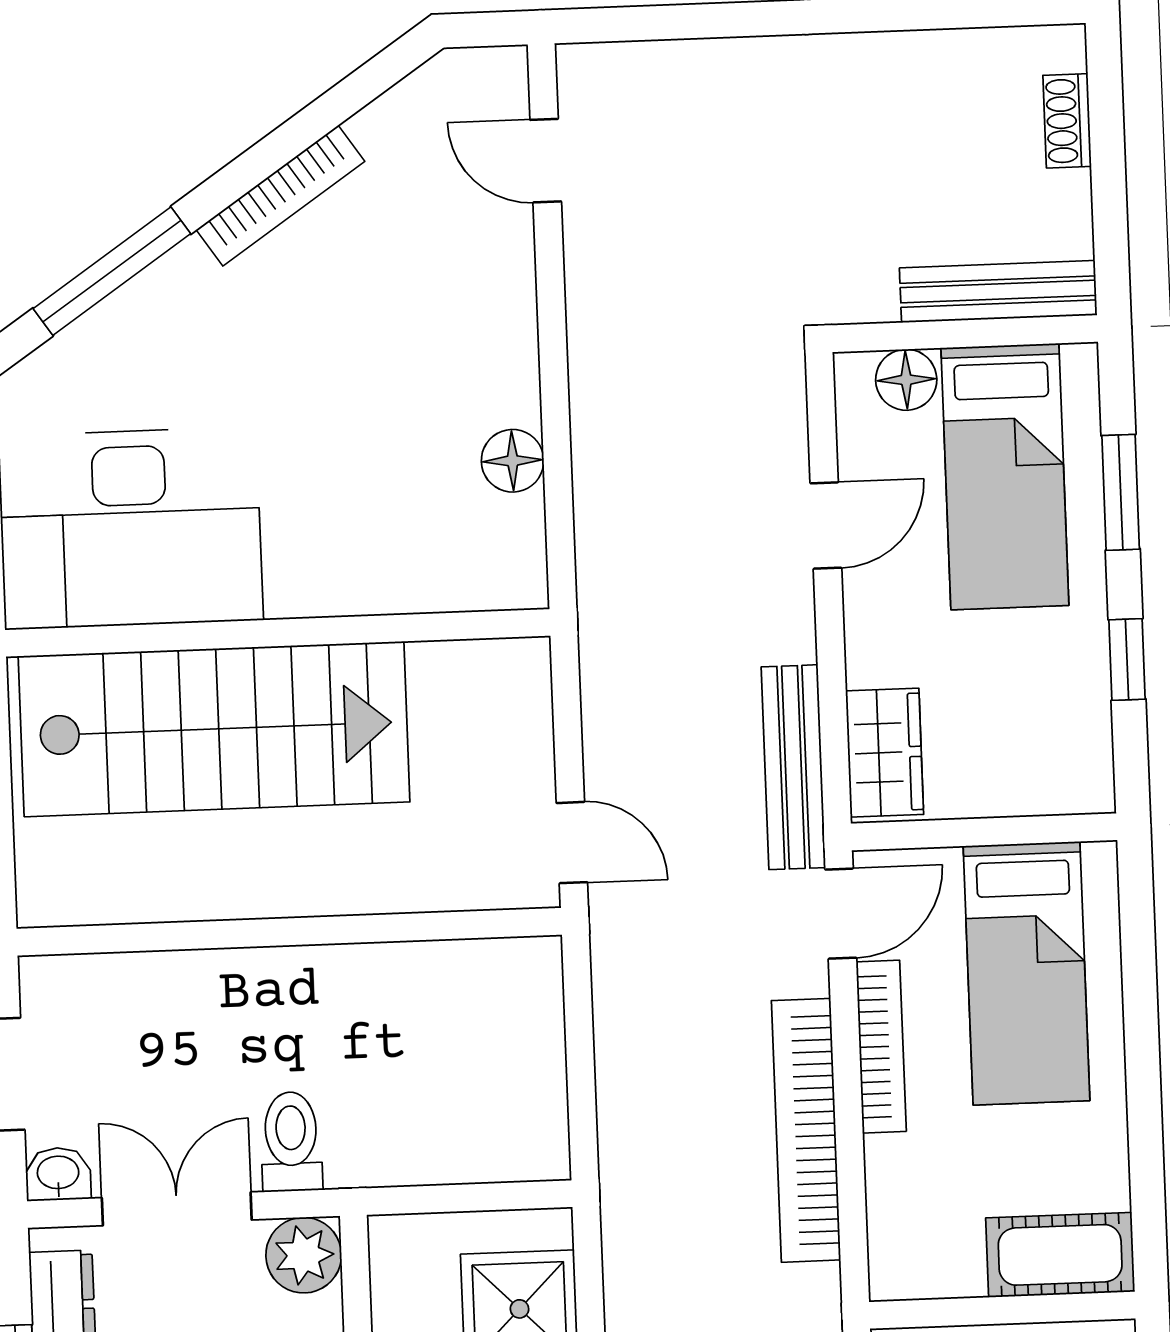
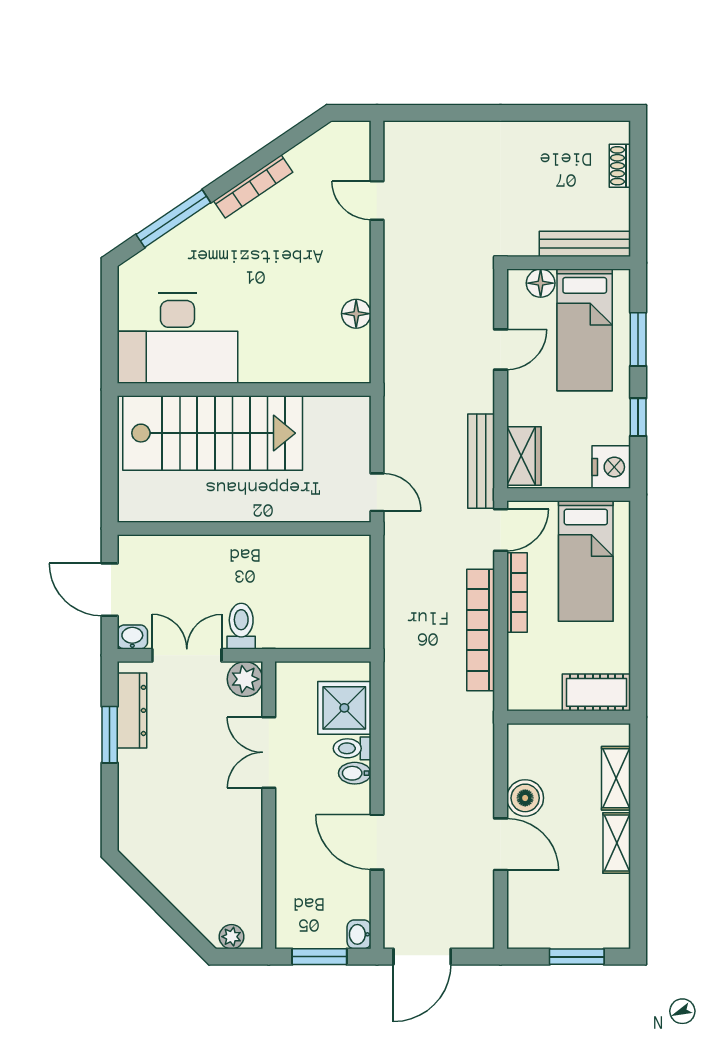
door: (546, 161) -> (377, 200), moved
nightstand: (1073, 769) -> (611, 467), added

